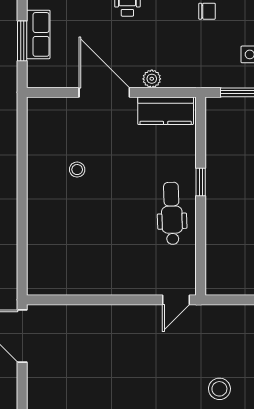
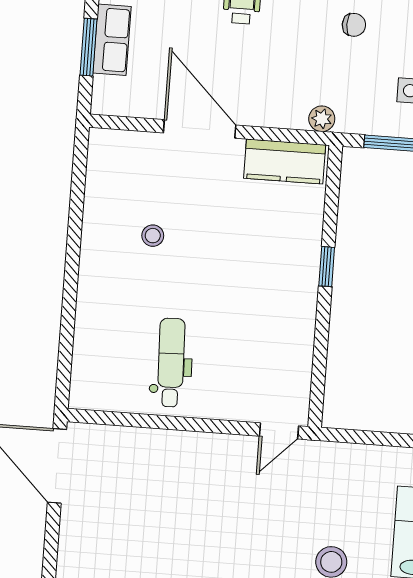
plant: (152, 79) -> (322, 119), moved
dental chair: (172, 213) -> (171, 363), moved

